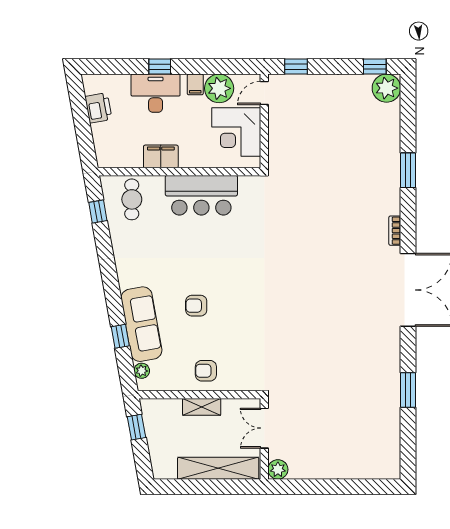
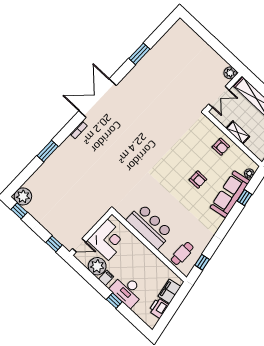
filing cabinet: (161, 156) -> (170, 291), moved, turned 80

